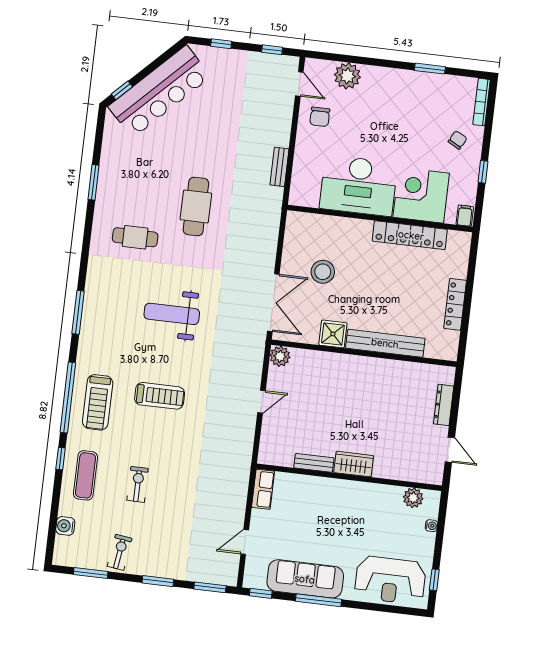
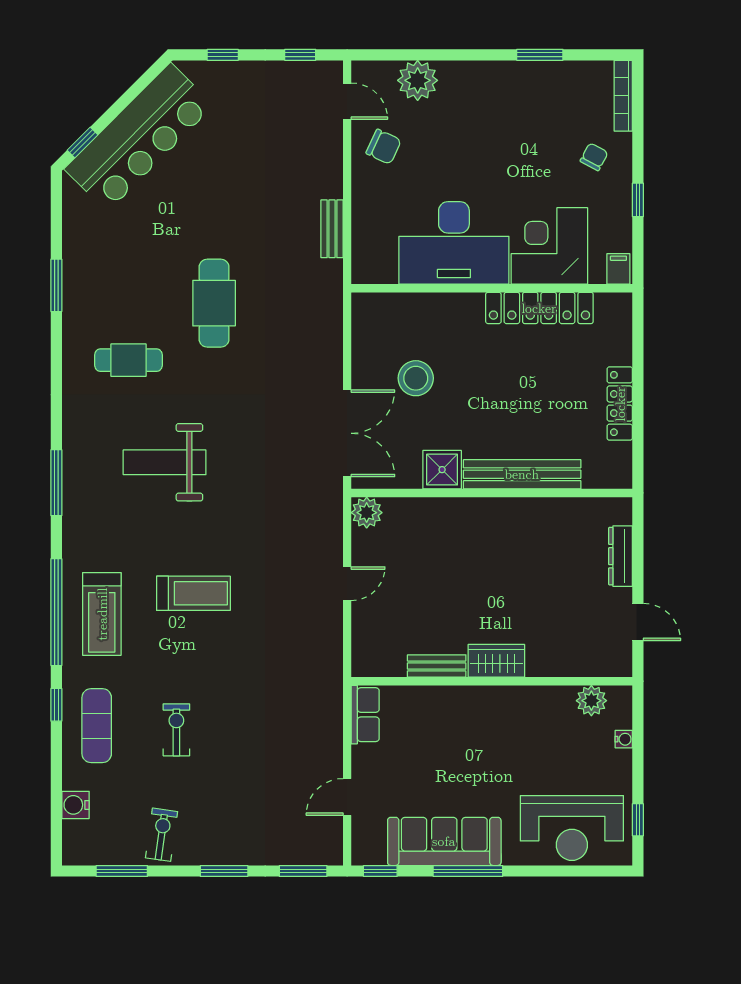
chair: (320, 117) -> (384, 147), turned -65
weight bench: (172, 314) -> (165, 462), moved

